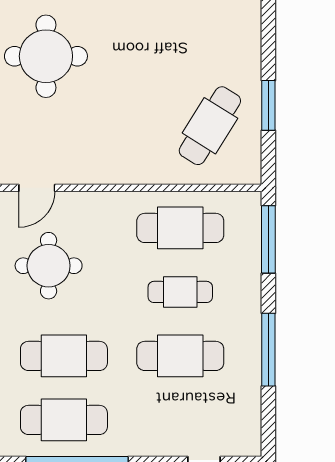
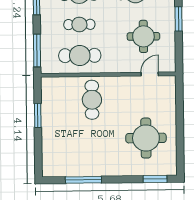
cafe table: (210, 126) -> (92, 100), moved, turned -32

